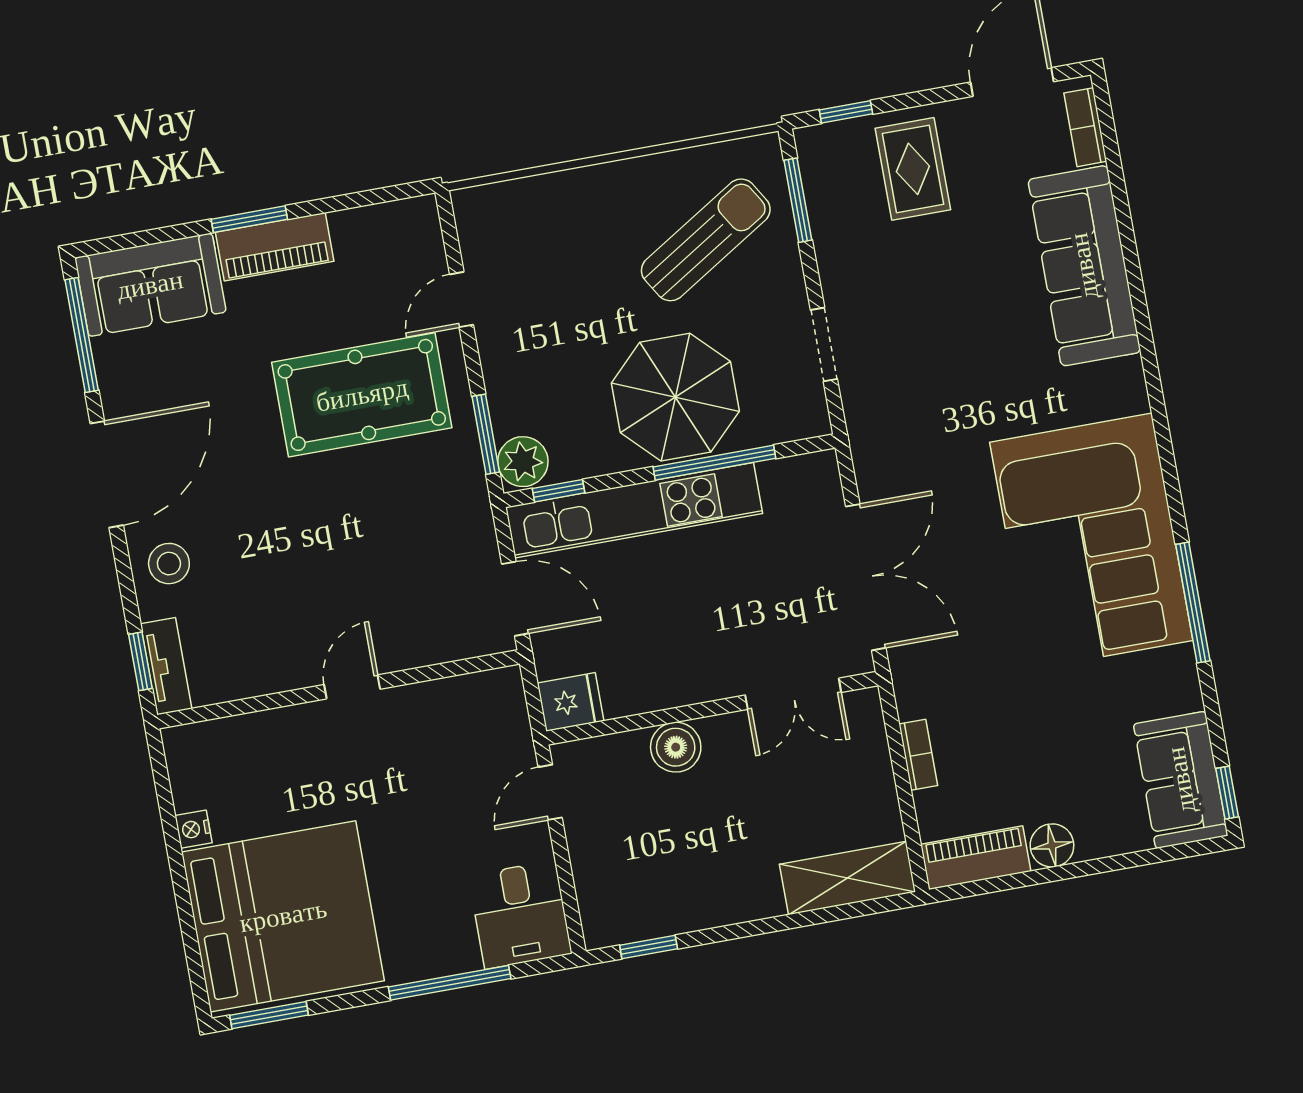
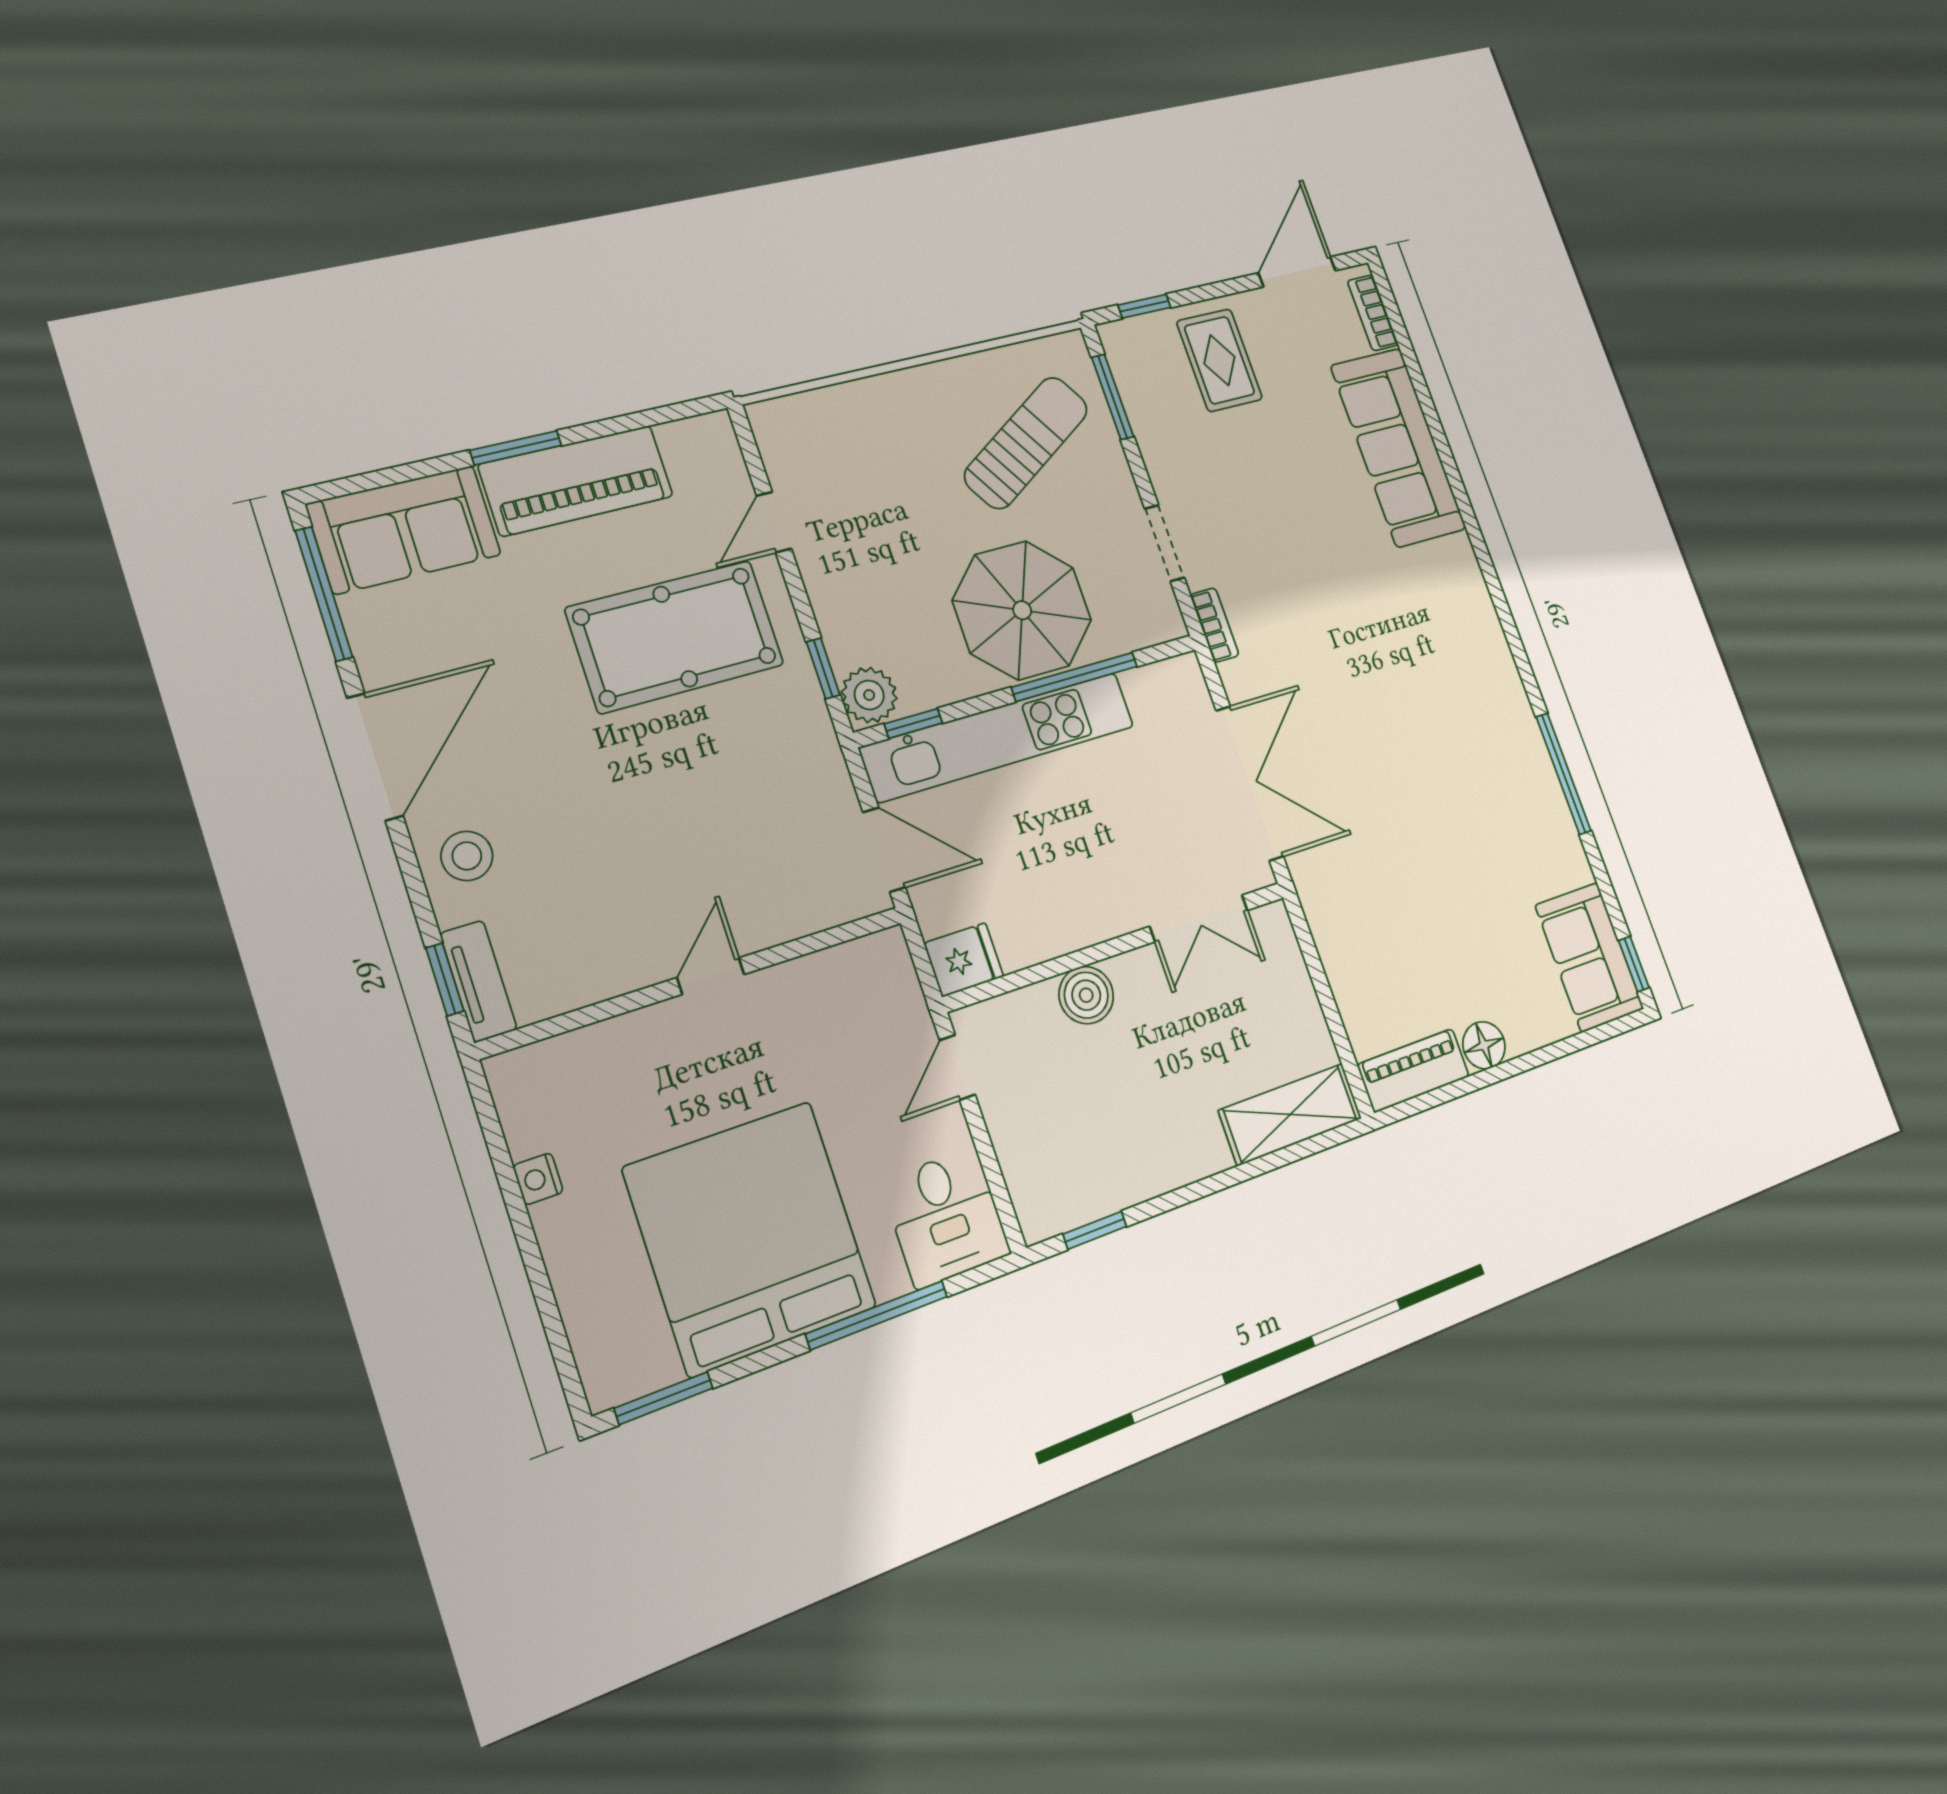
piano: (275, 247) -> (576, 481), width x1.37, depth x1.33
window: (486, 434) -> (823, 668), width x0.67
corner sofa: (1091, 541) -> (1459, 722), removed
bookcase: (918, 755) -> (1215, 625), moved
bed: (283, 916) -> (750, 1238), moved, turned -90

